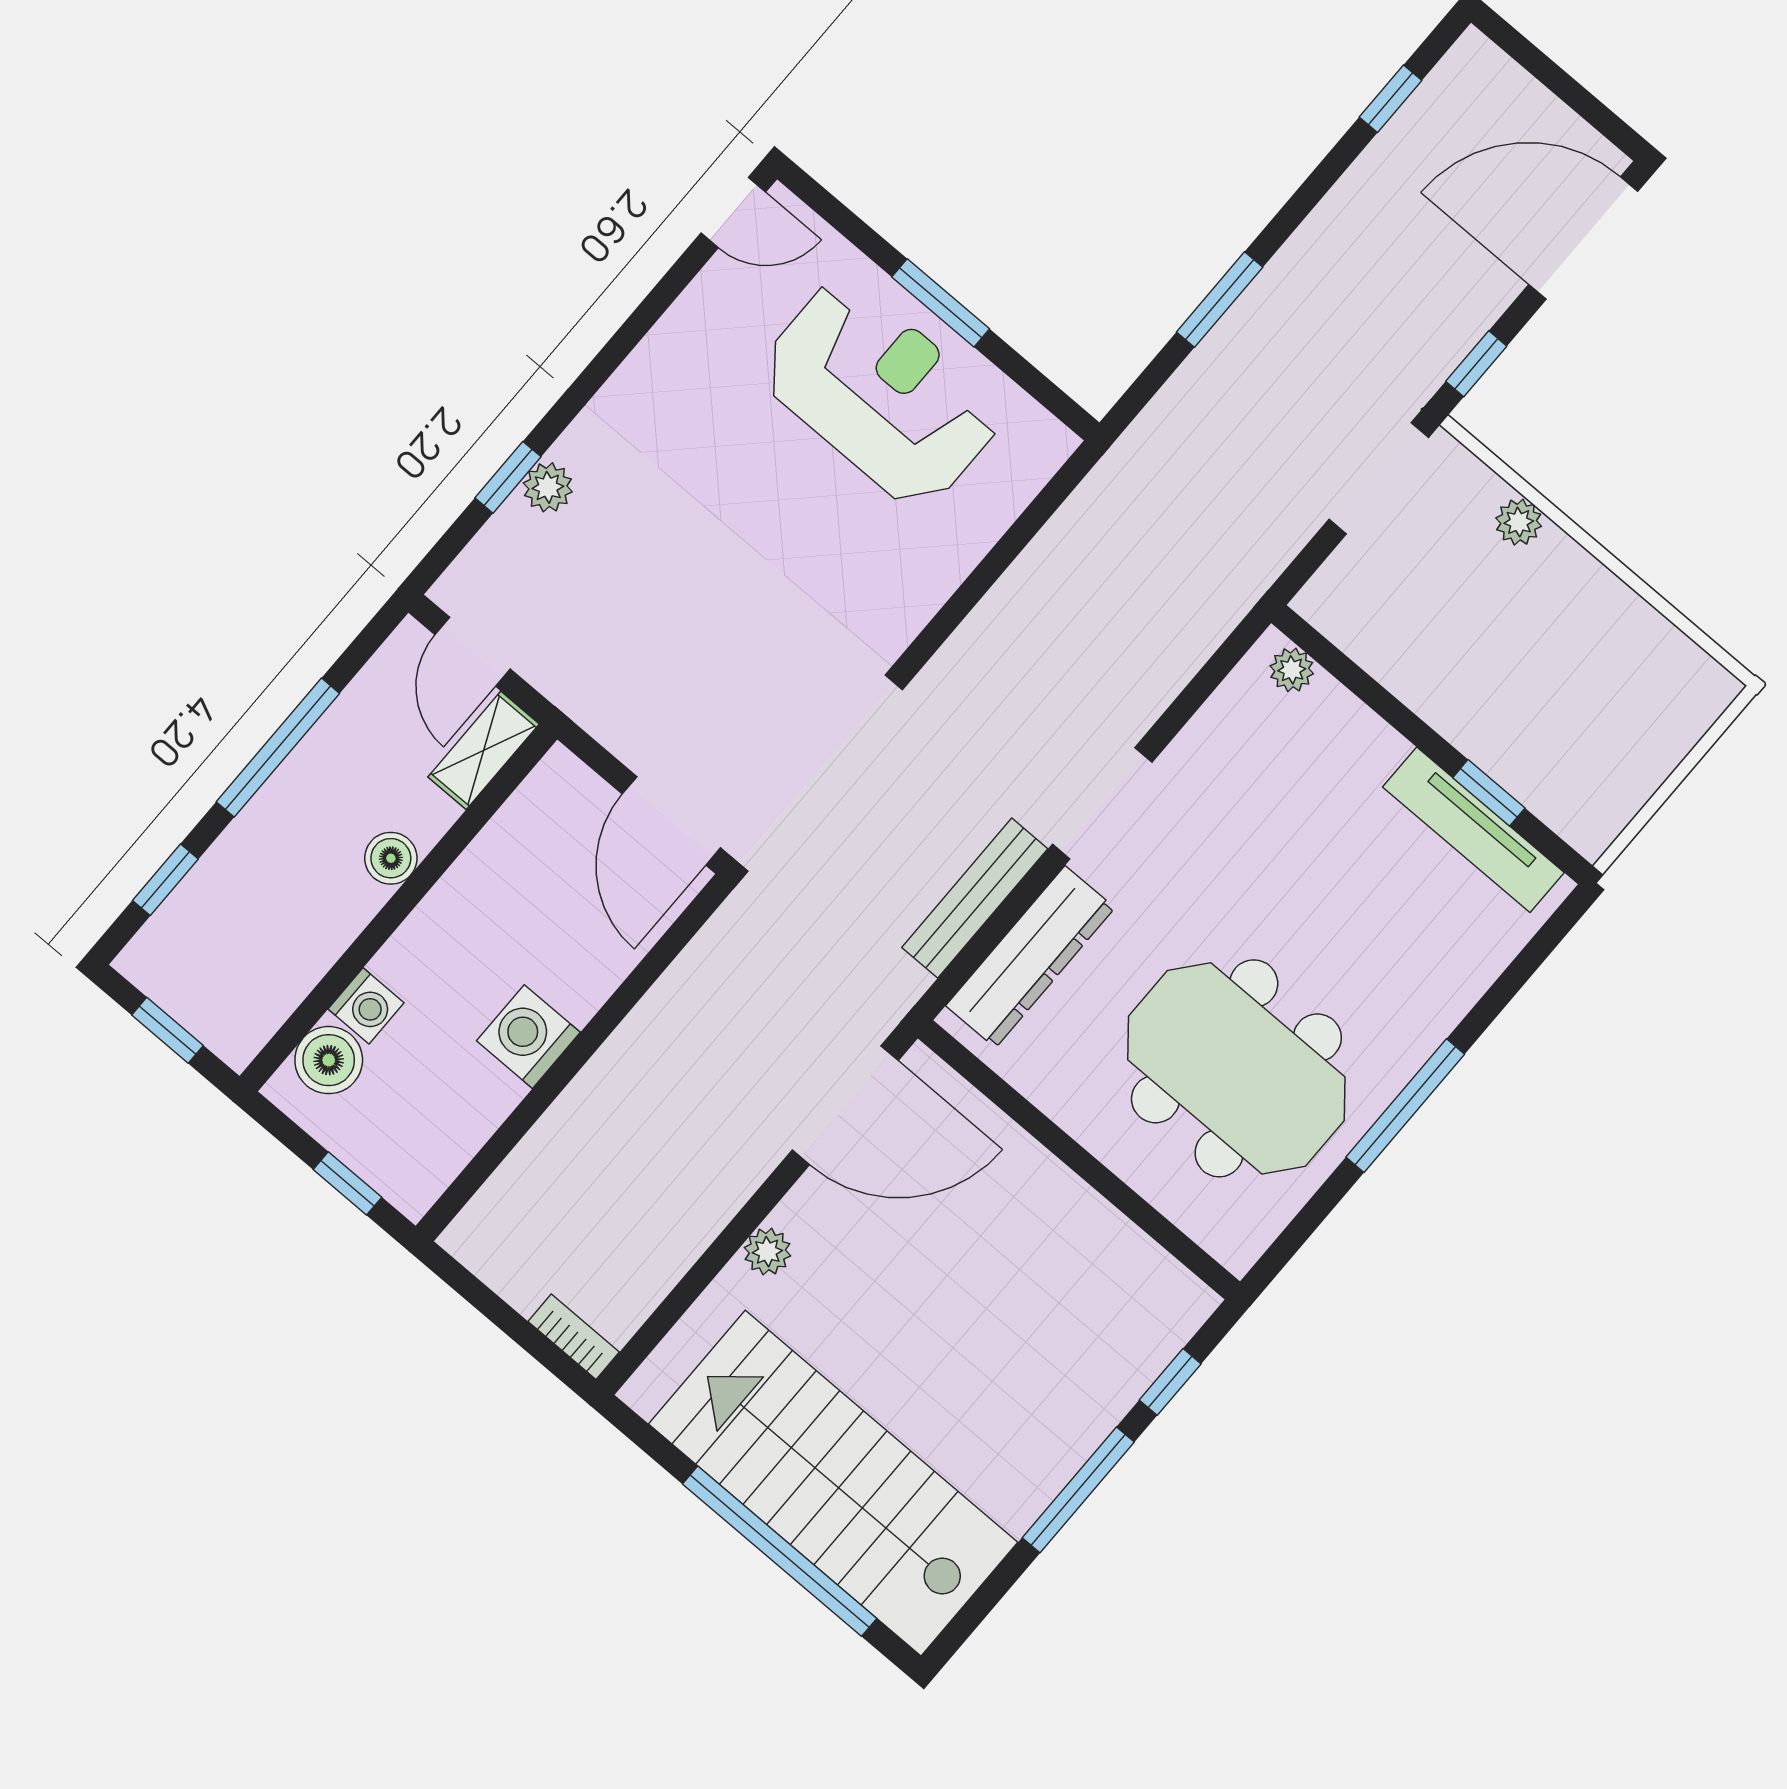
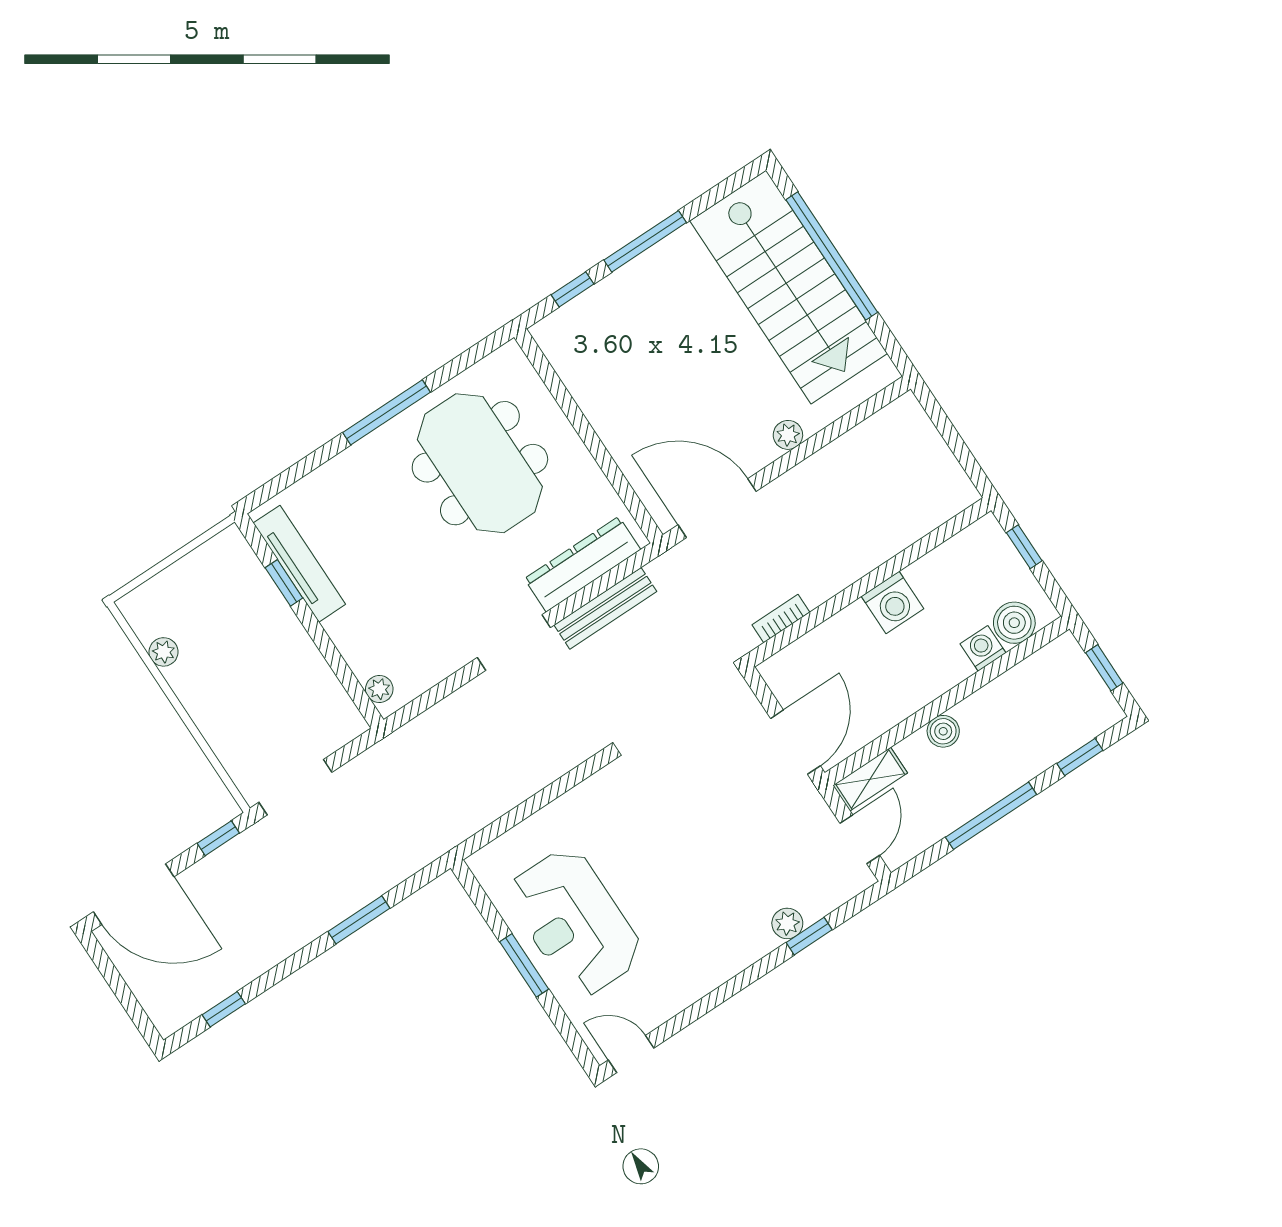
plant: (1519, 522) -> (164, 652), moved
door: (671, 821) -> (795, 742), moved
bookcase: (574, 1337) -> (781, 619), moved, turned 90

